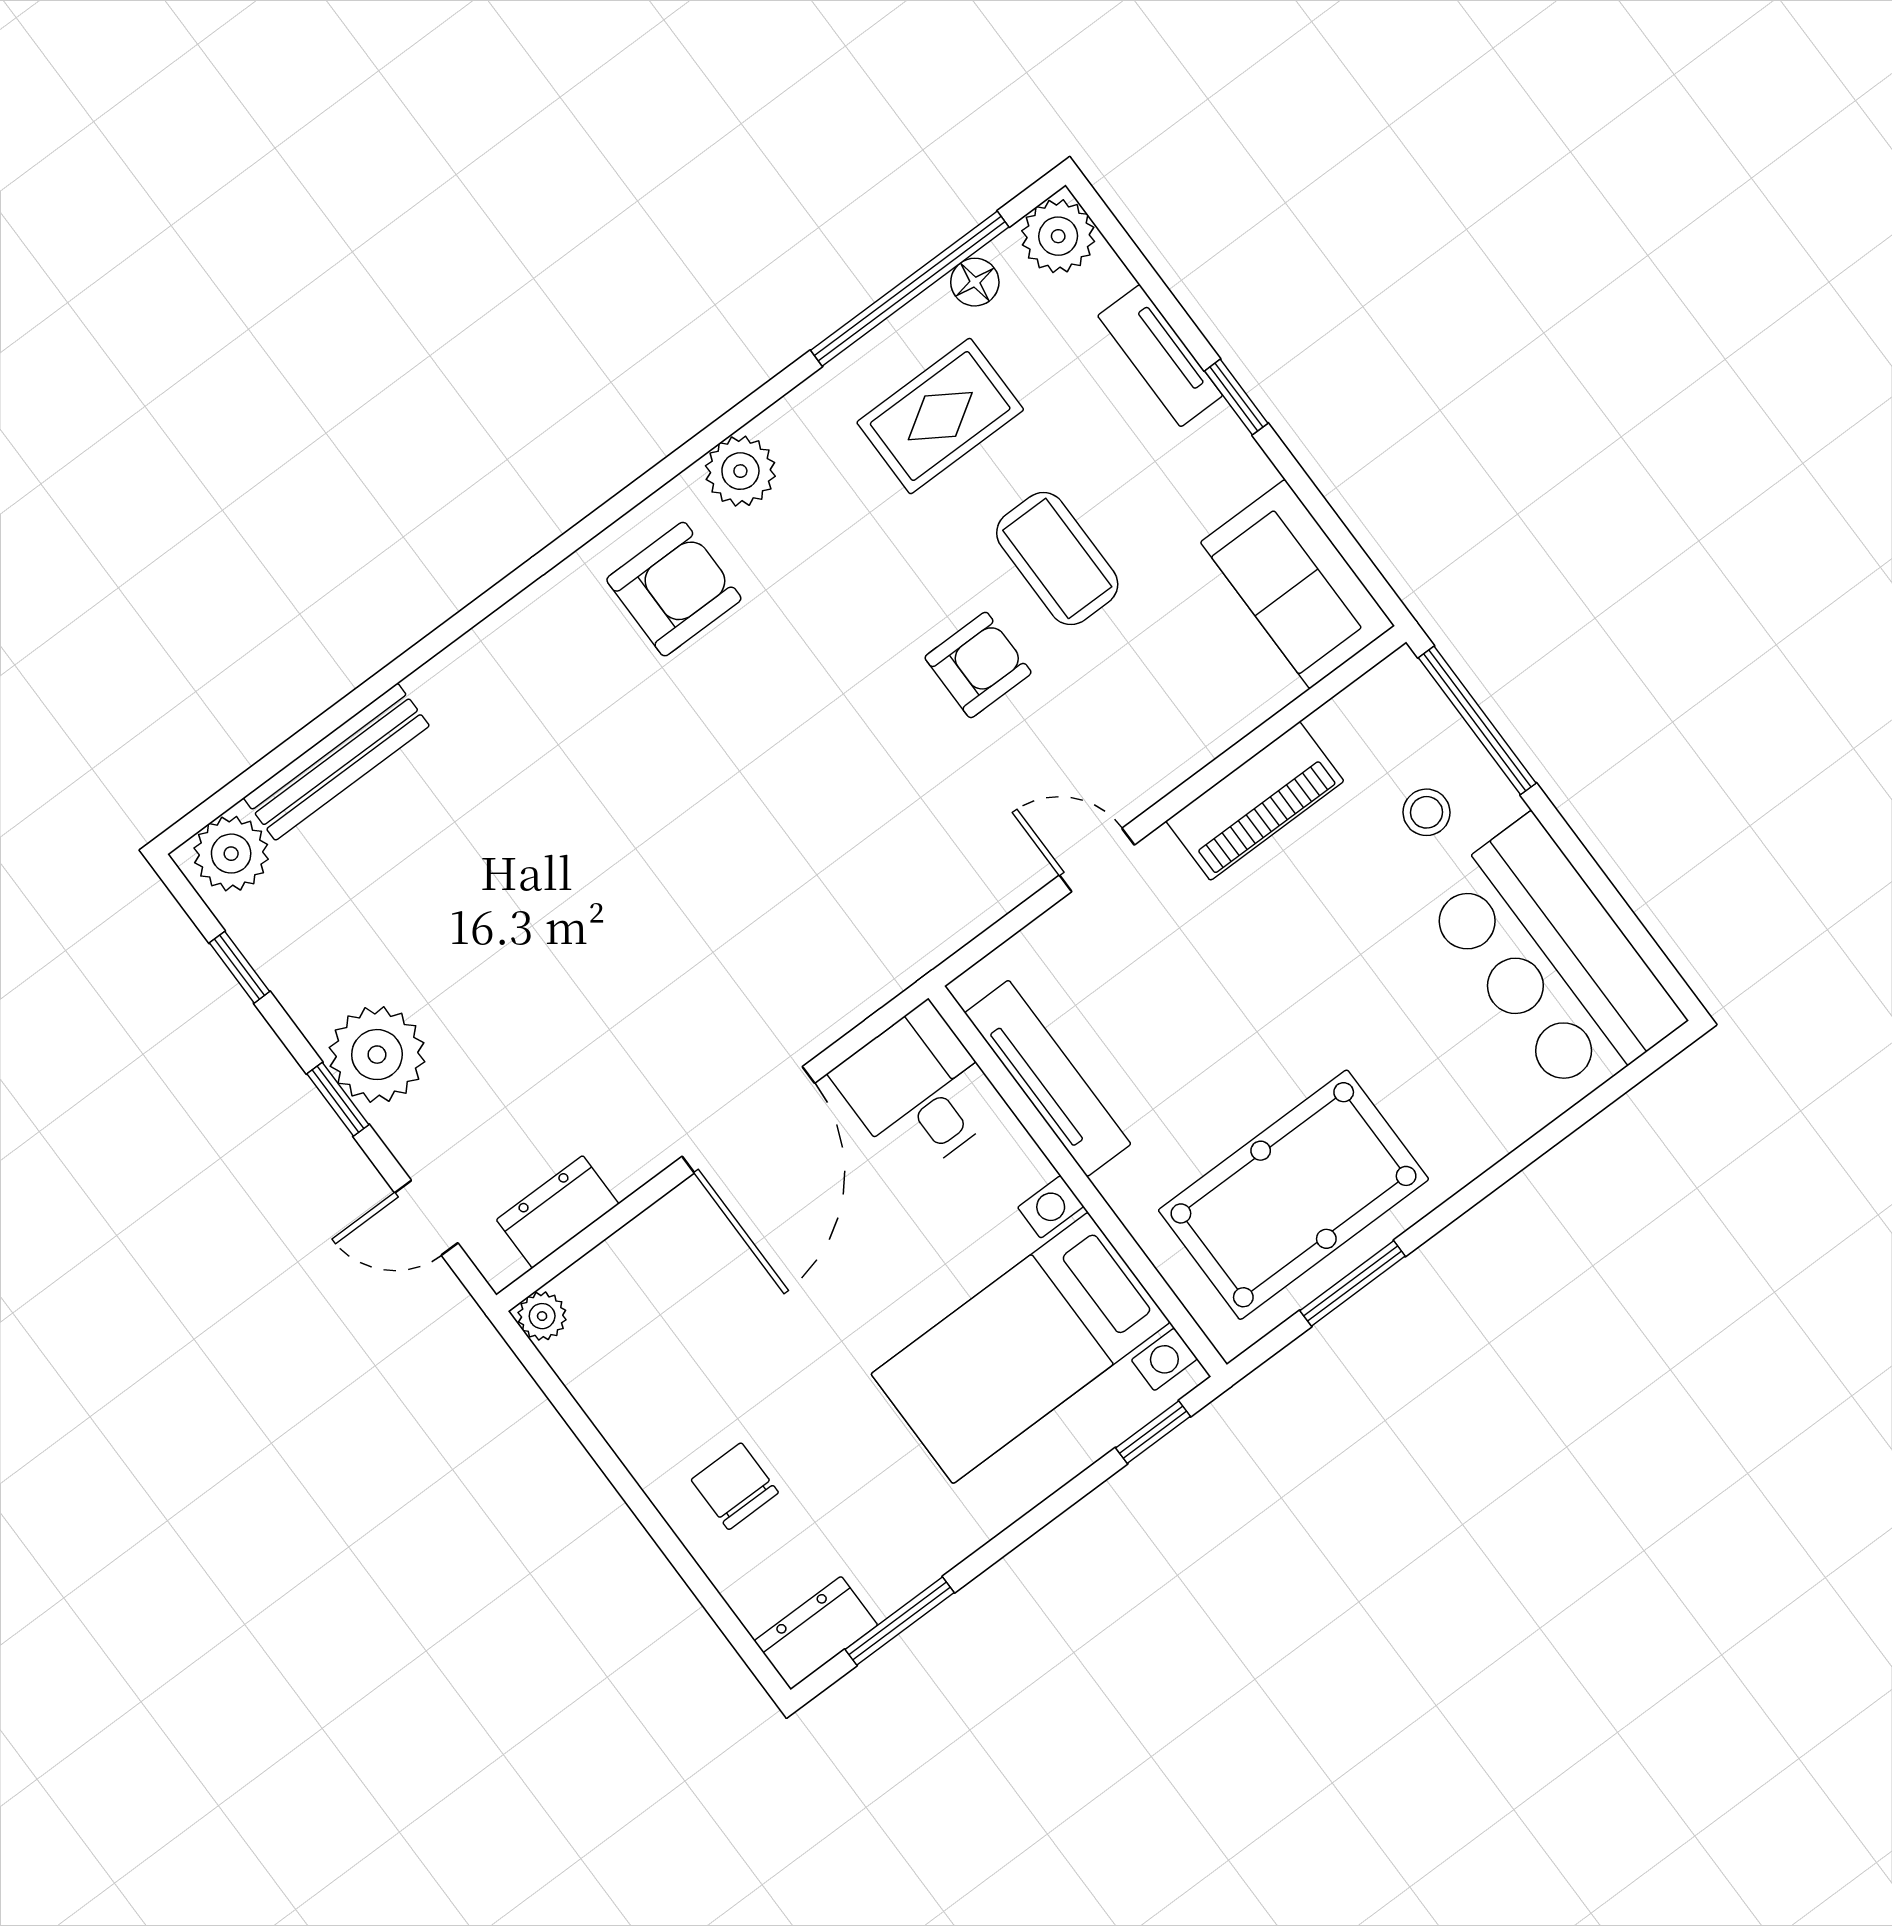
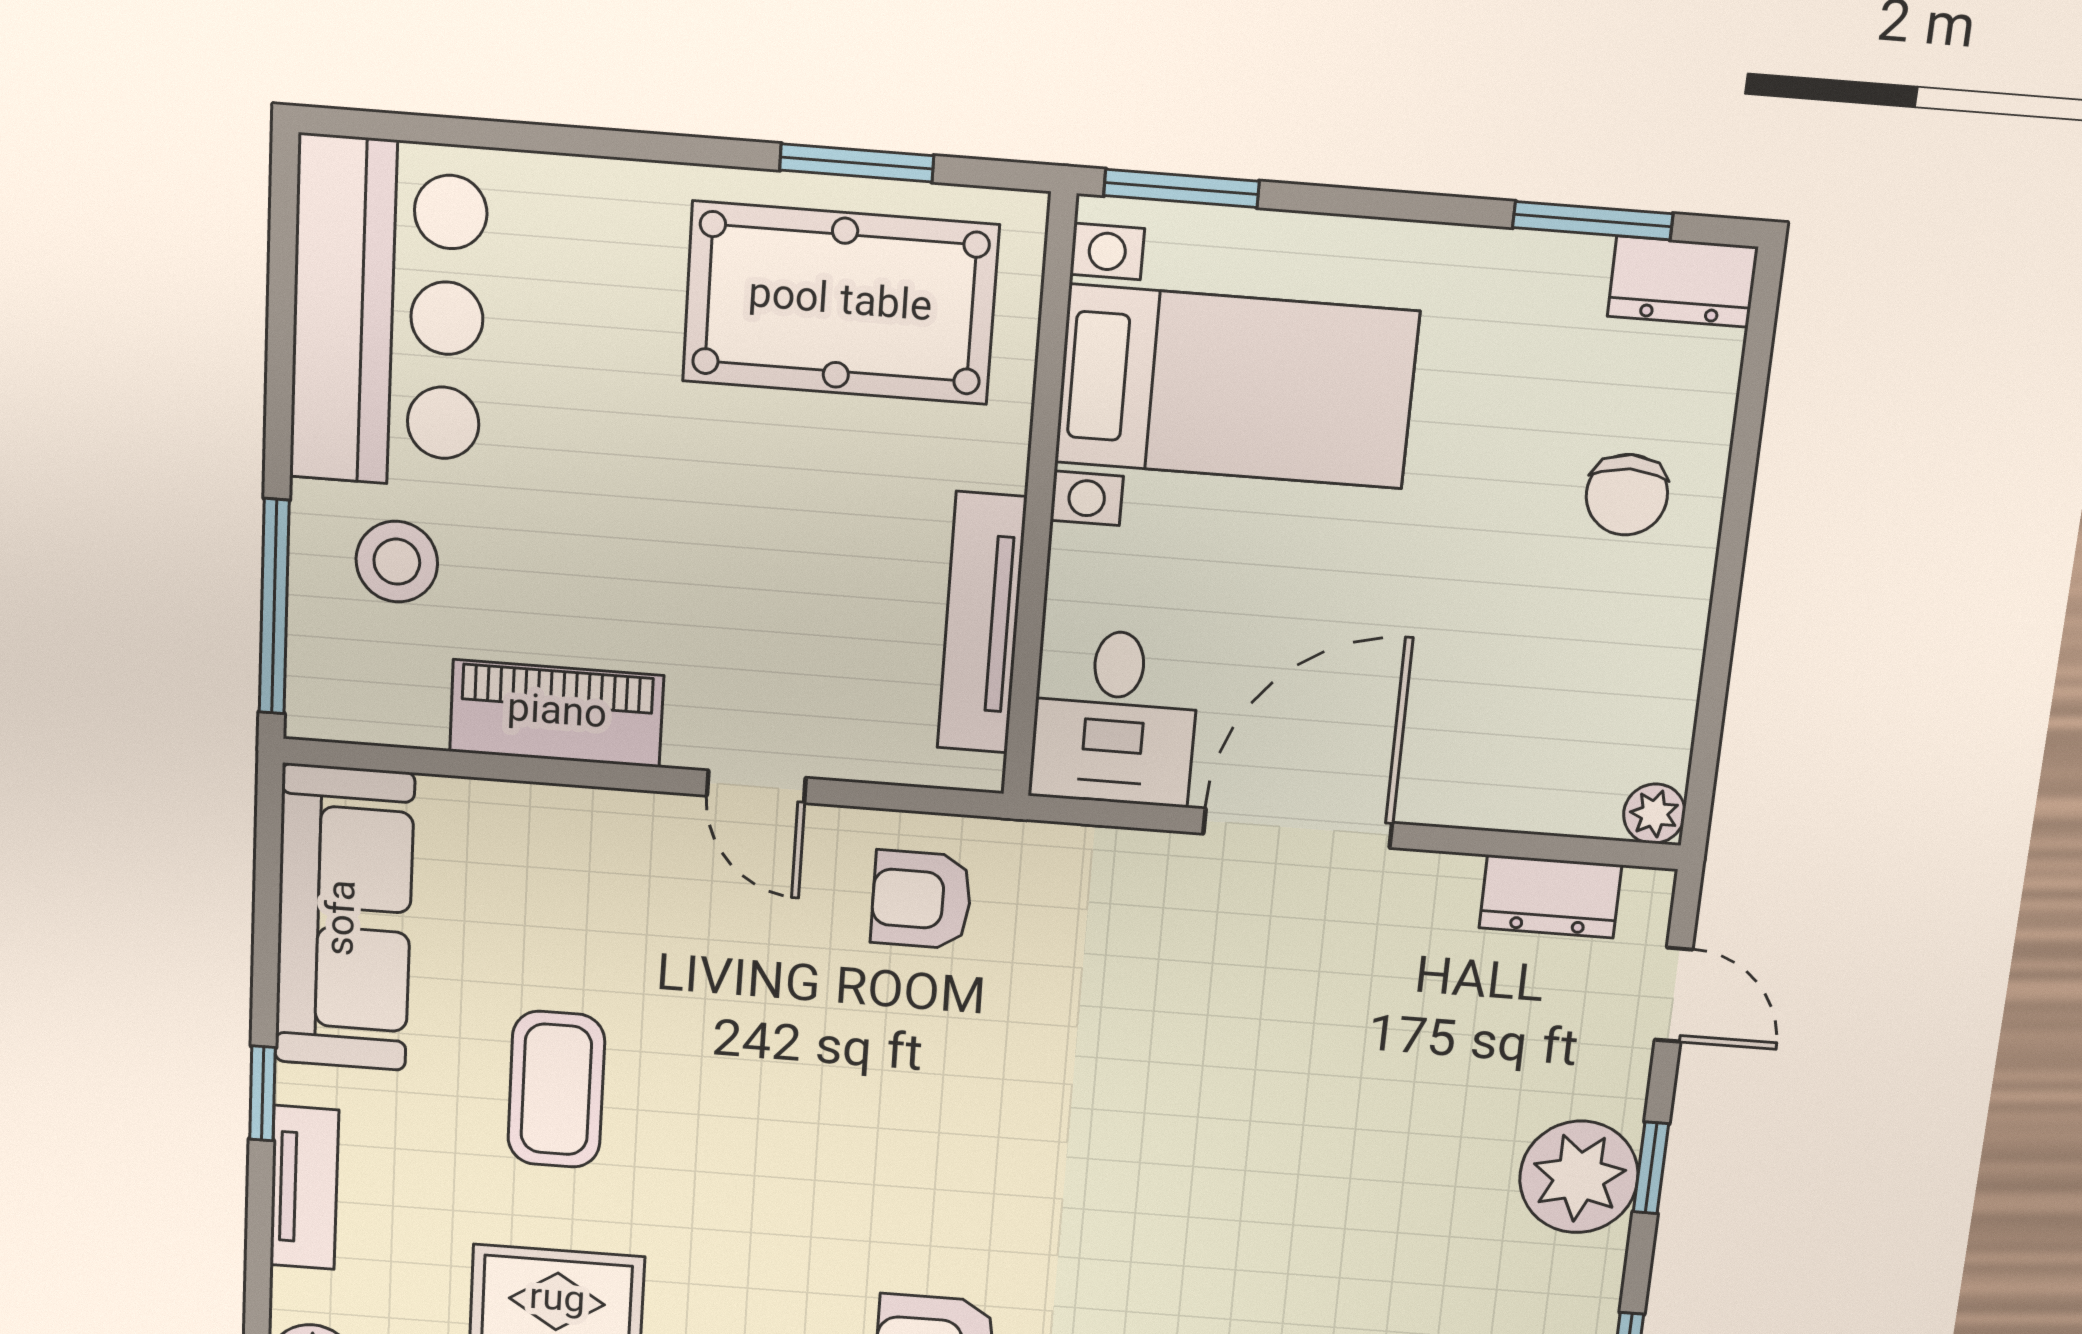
sofa: (1297, 584) -> (344, 918), width x1.36
armchair: (978, 665) -> (921, 900), moved
stool: (1427, 812) -> (397, 562), width x1.37, depth x1.37
window: (1153, 1432) -> (1181, 188), width x1.50

